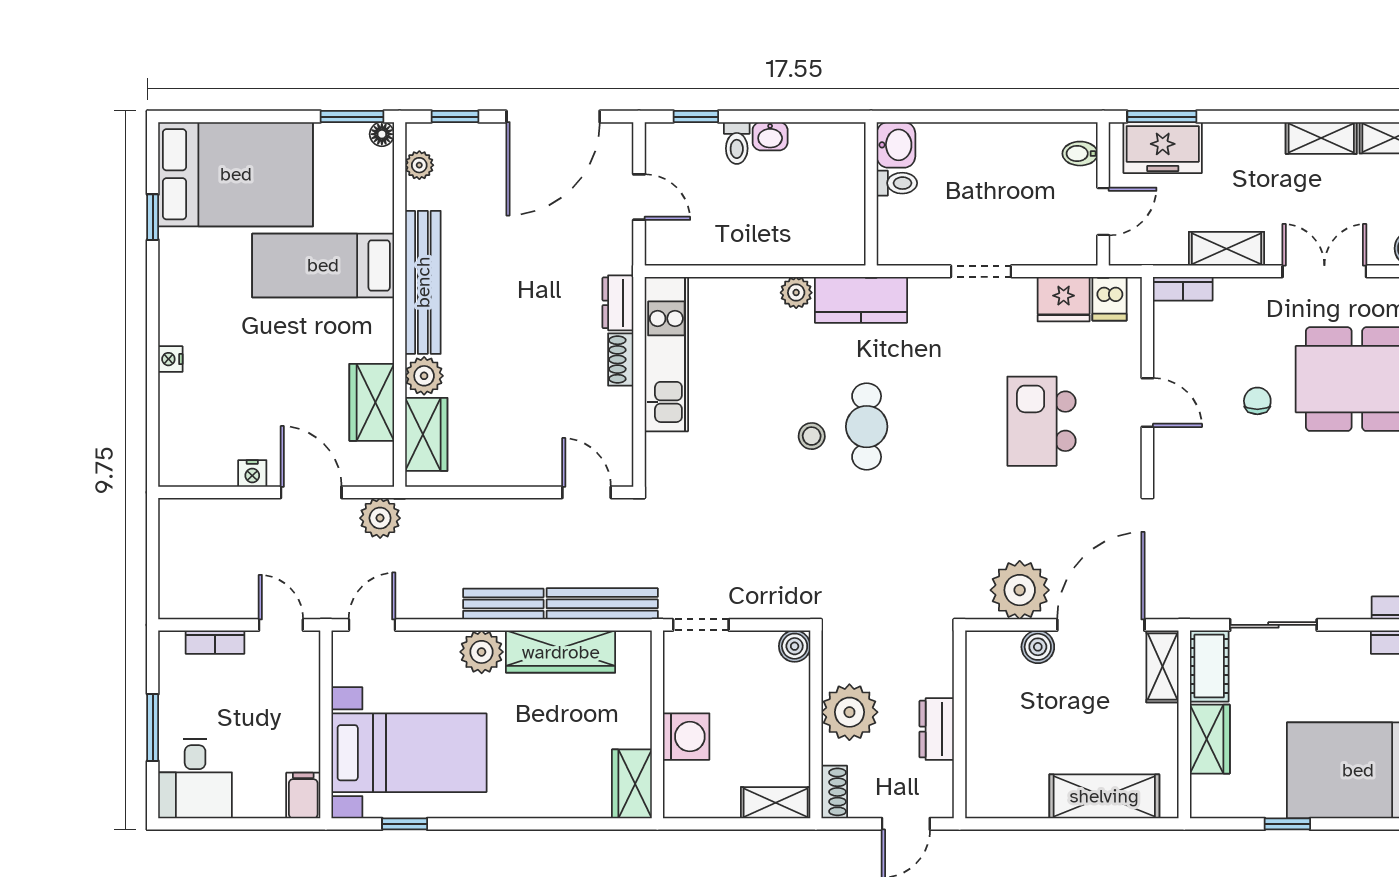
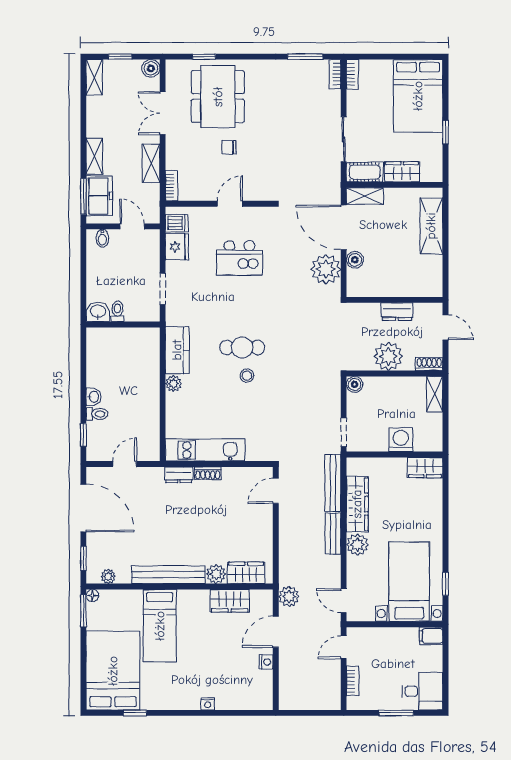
shelving: (1321, 138) -> (94, 156), moved
washbasin: (896, 145) -> (98, 312), moved
toilet: (897, 183) -> (117, 311), moved
wall: (871, 194) -> (123, 324), moved

